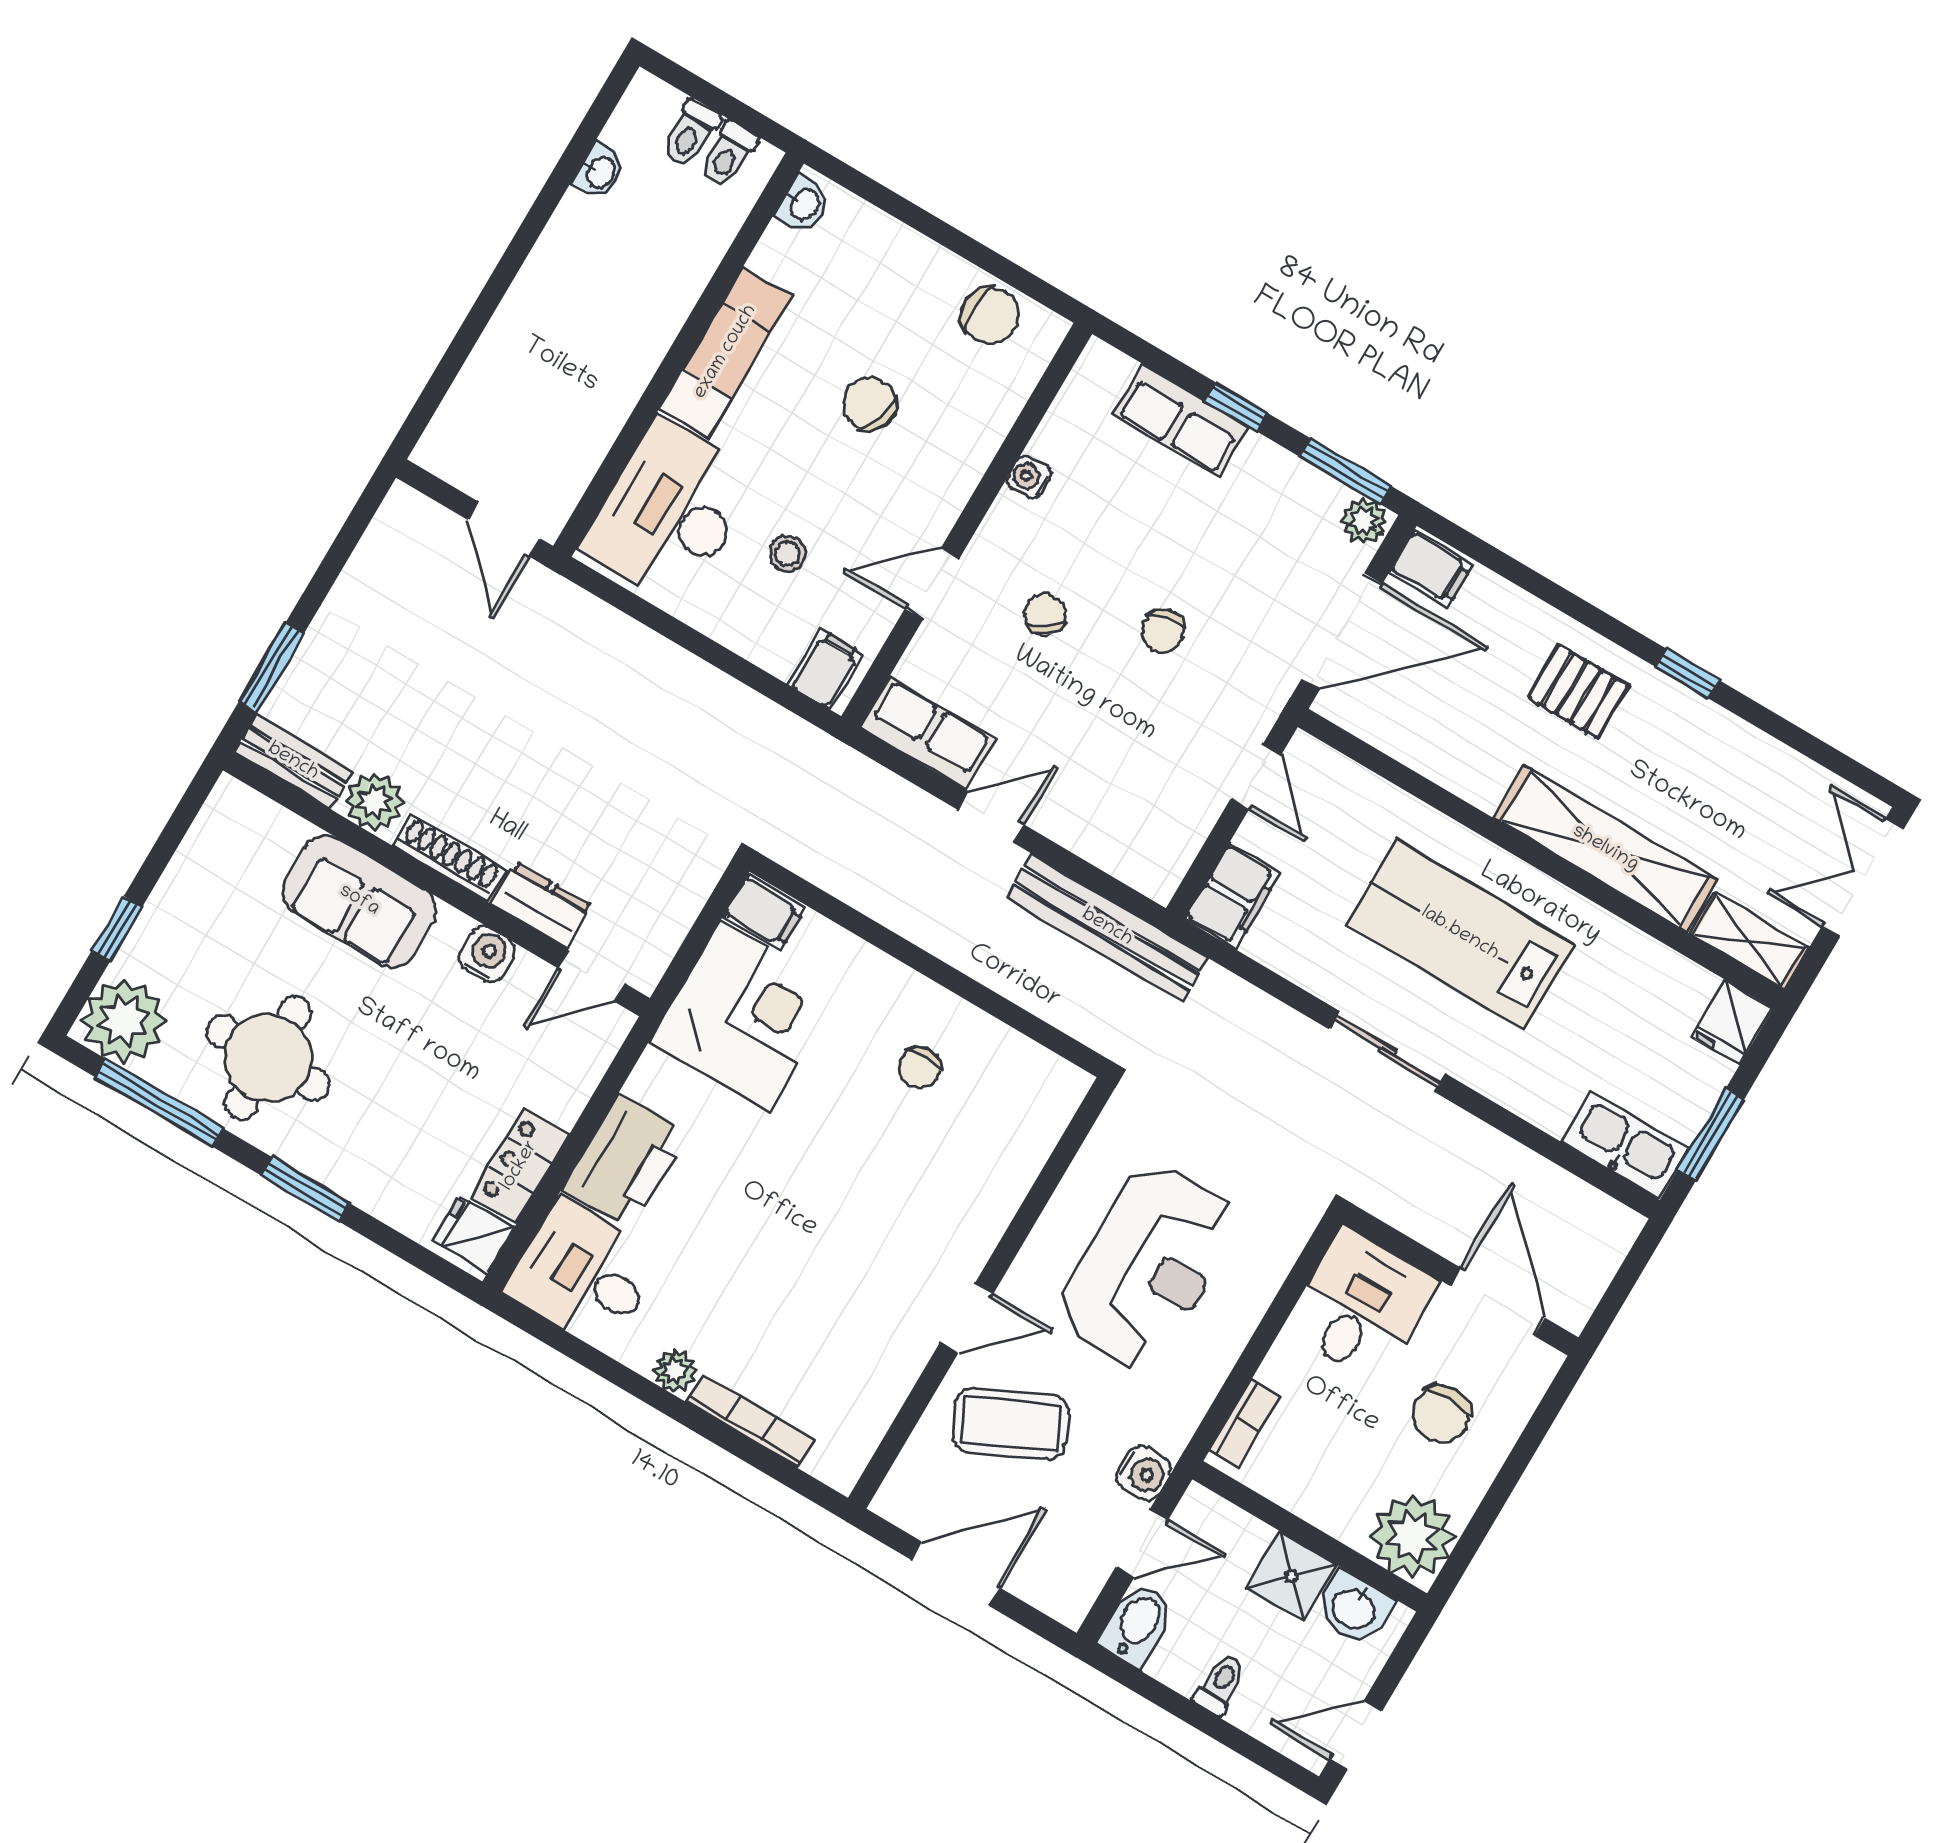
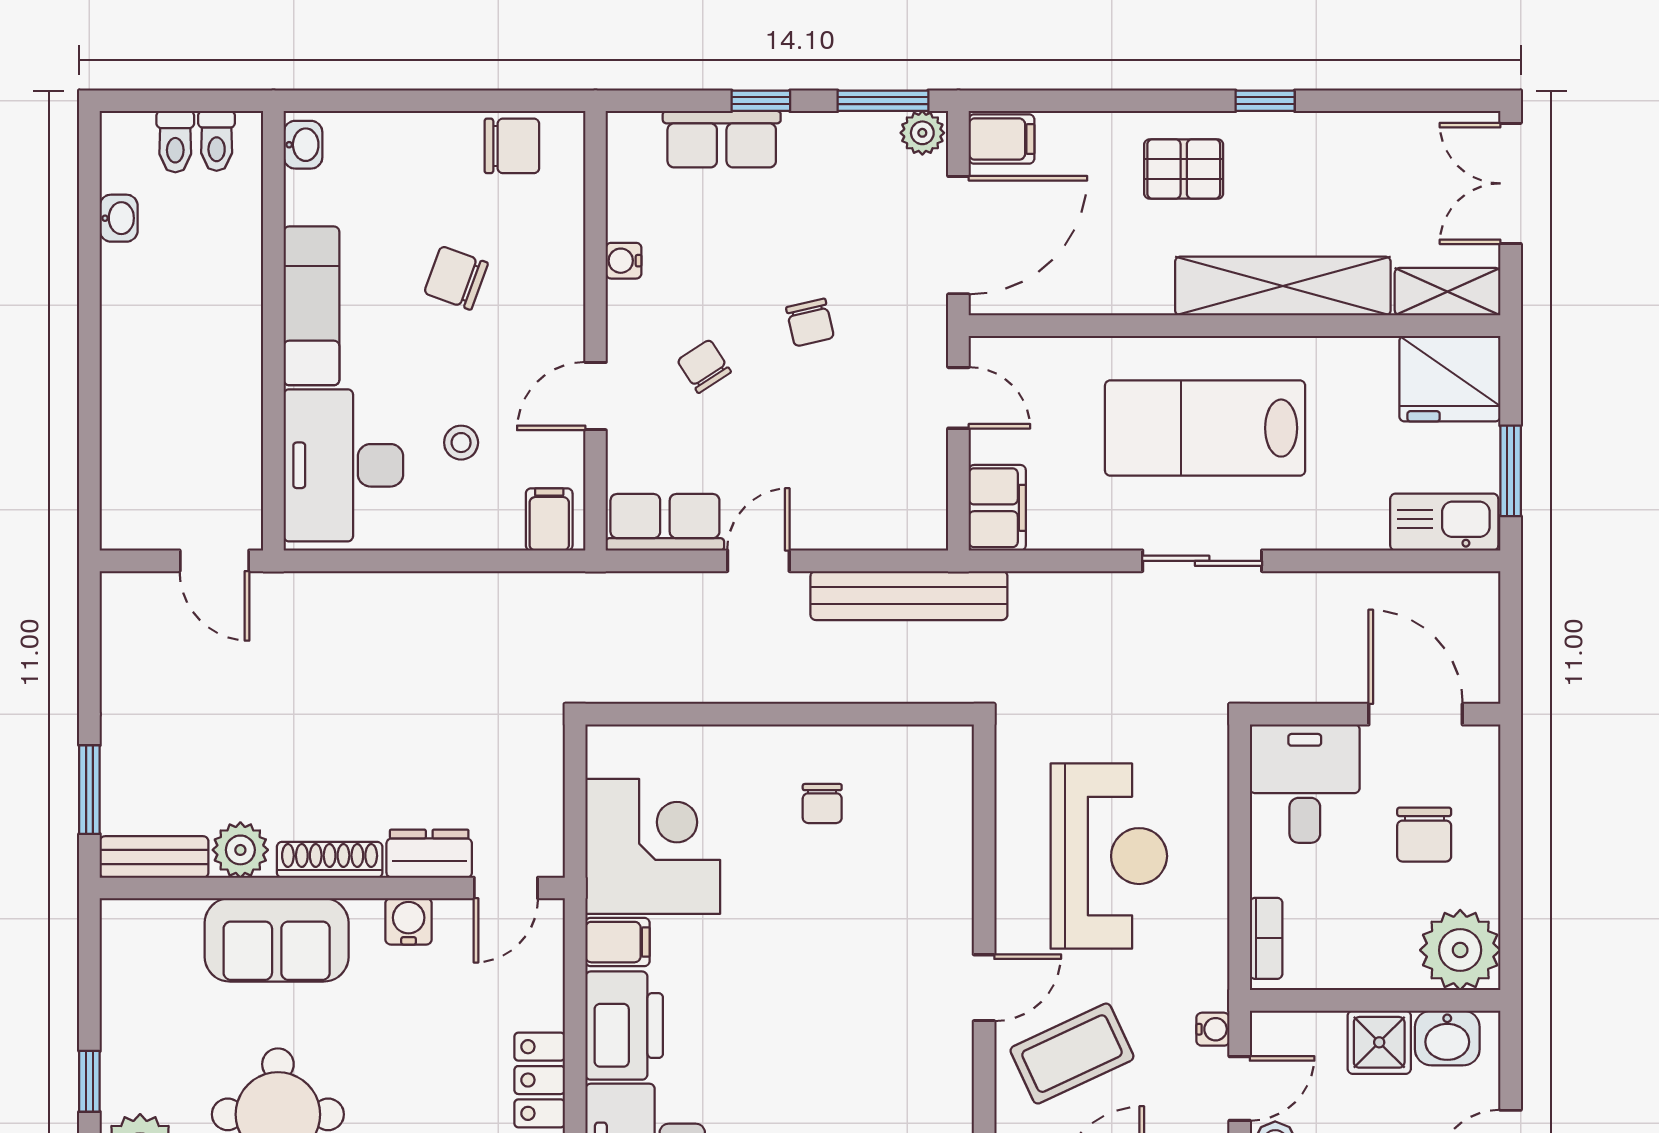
filing cabinet: (764, 912) -> (617, 942), moved
fridge: (1732, 1023) -> (1450, 379), width x1.88, depth x1.34
water cooler: (1144, 1473) -> (1213, 1029), width x0.72, depth x0.72

